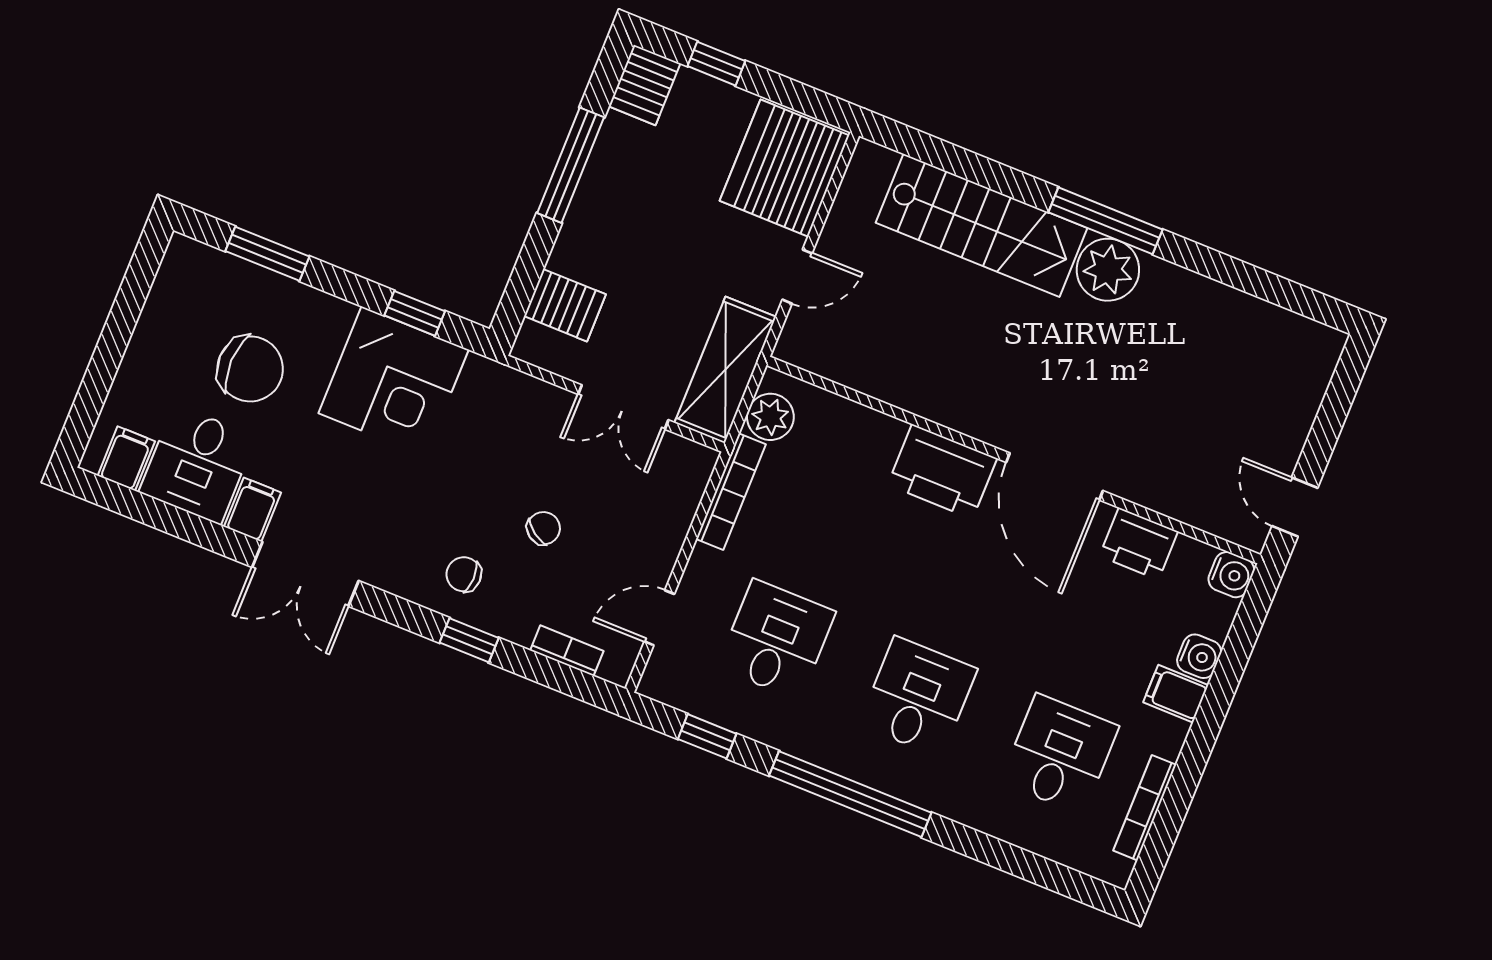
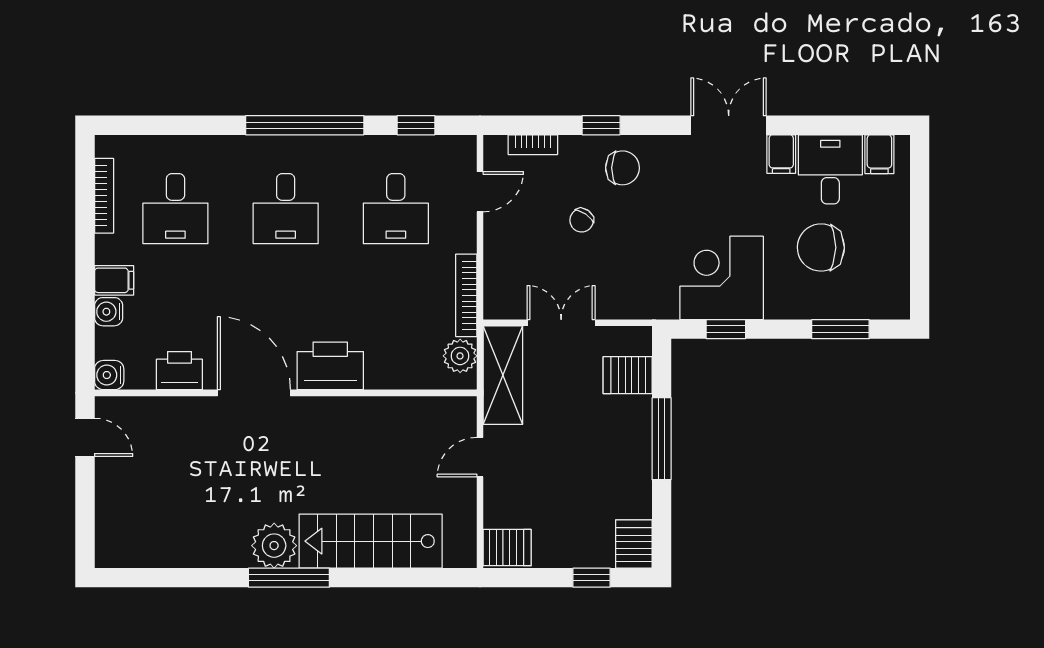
window: (571, 165) -> (662, 439), moved
server rack: (785, 168) -> (507, 548), width x0.46, depth x0.70
chair: (464, 574) -> (622, 168), width x1.37, depth x1.37

